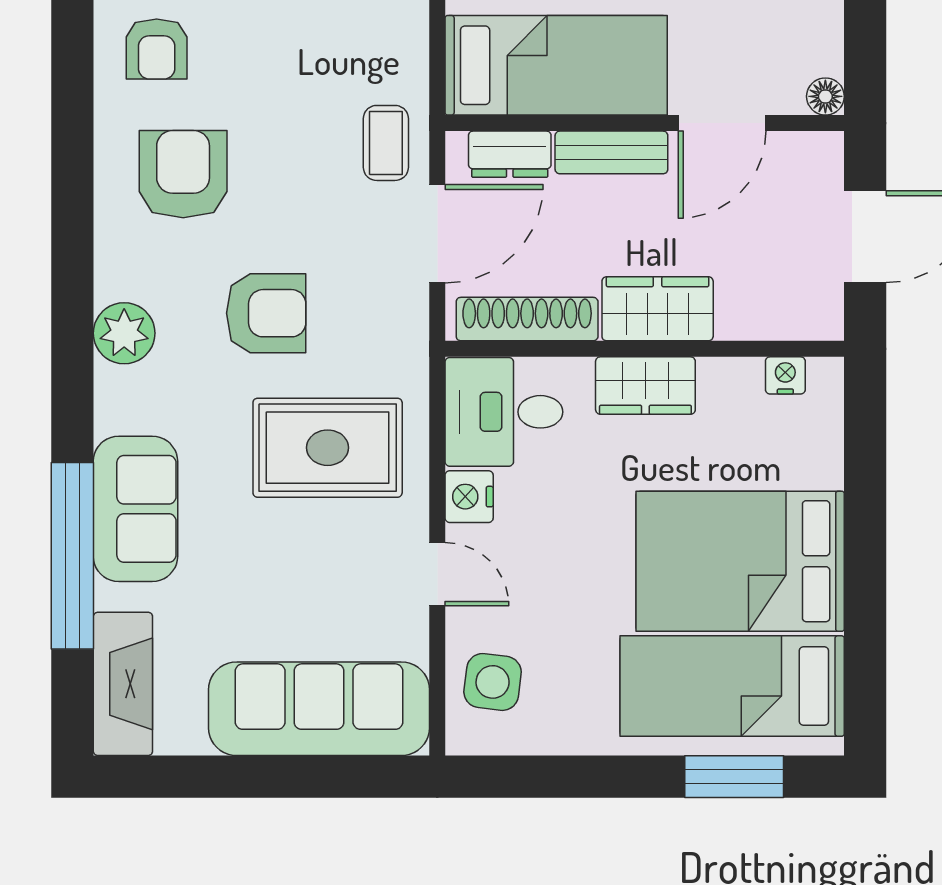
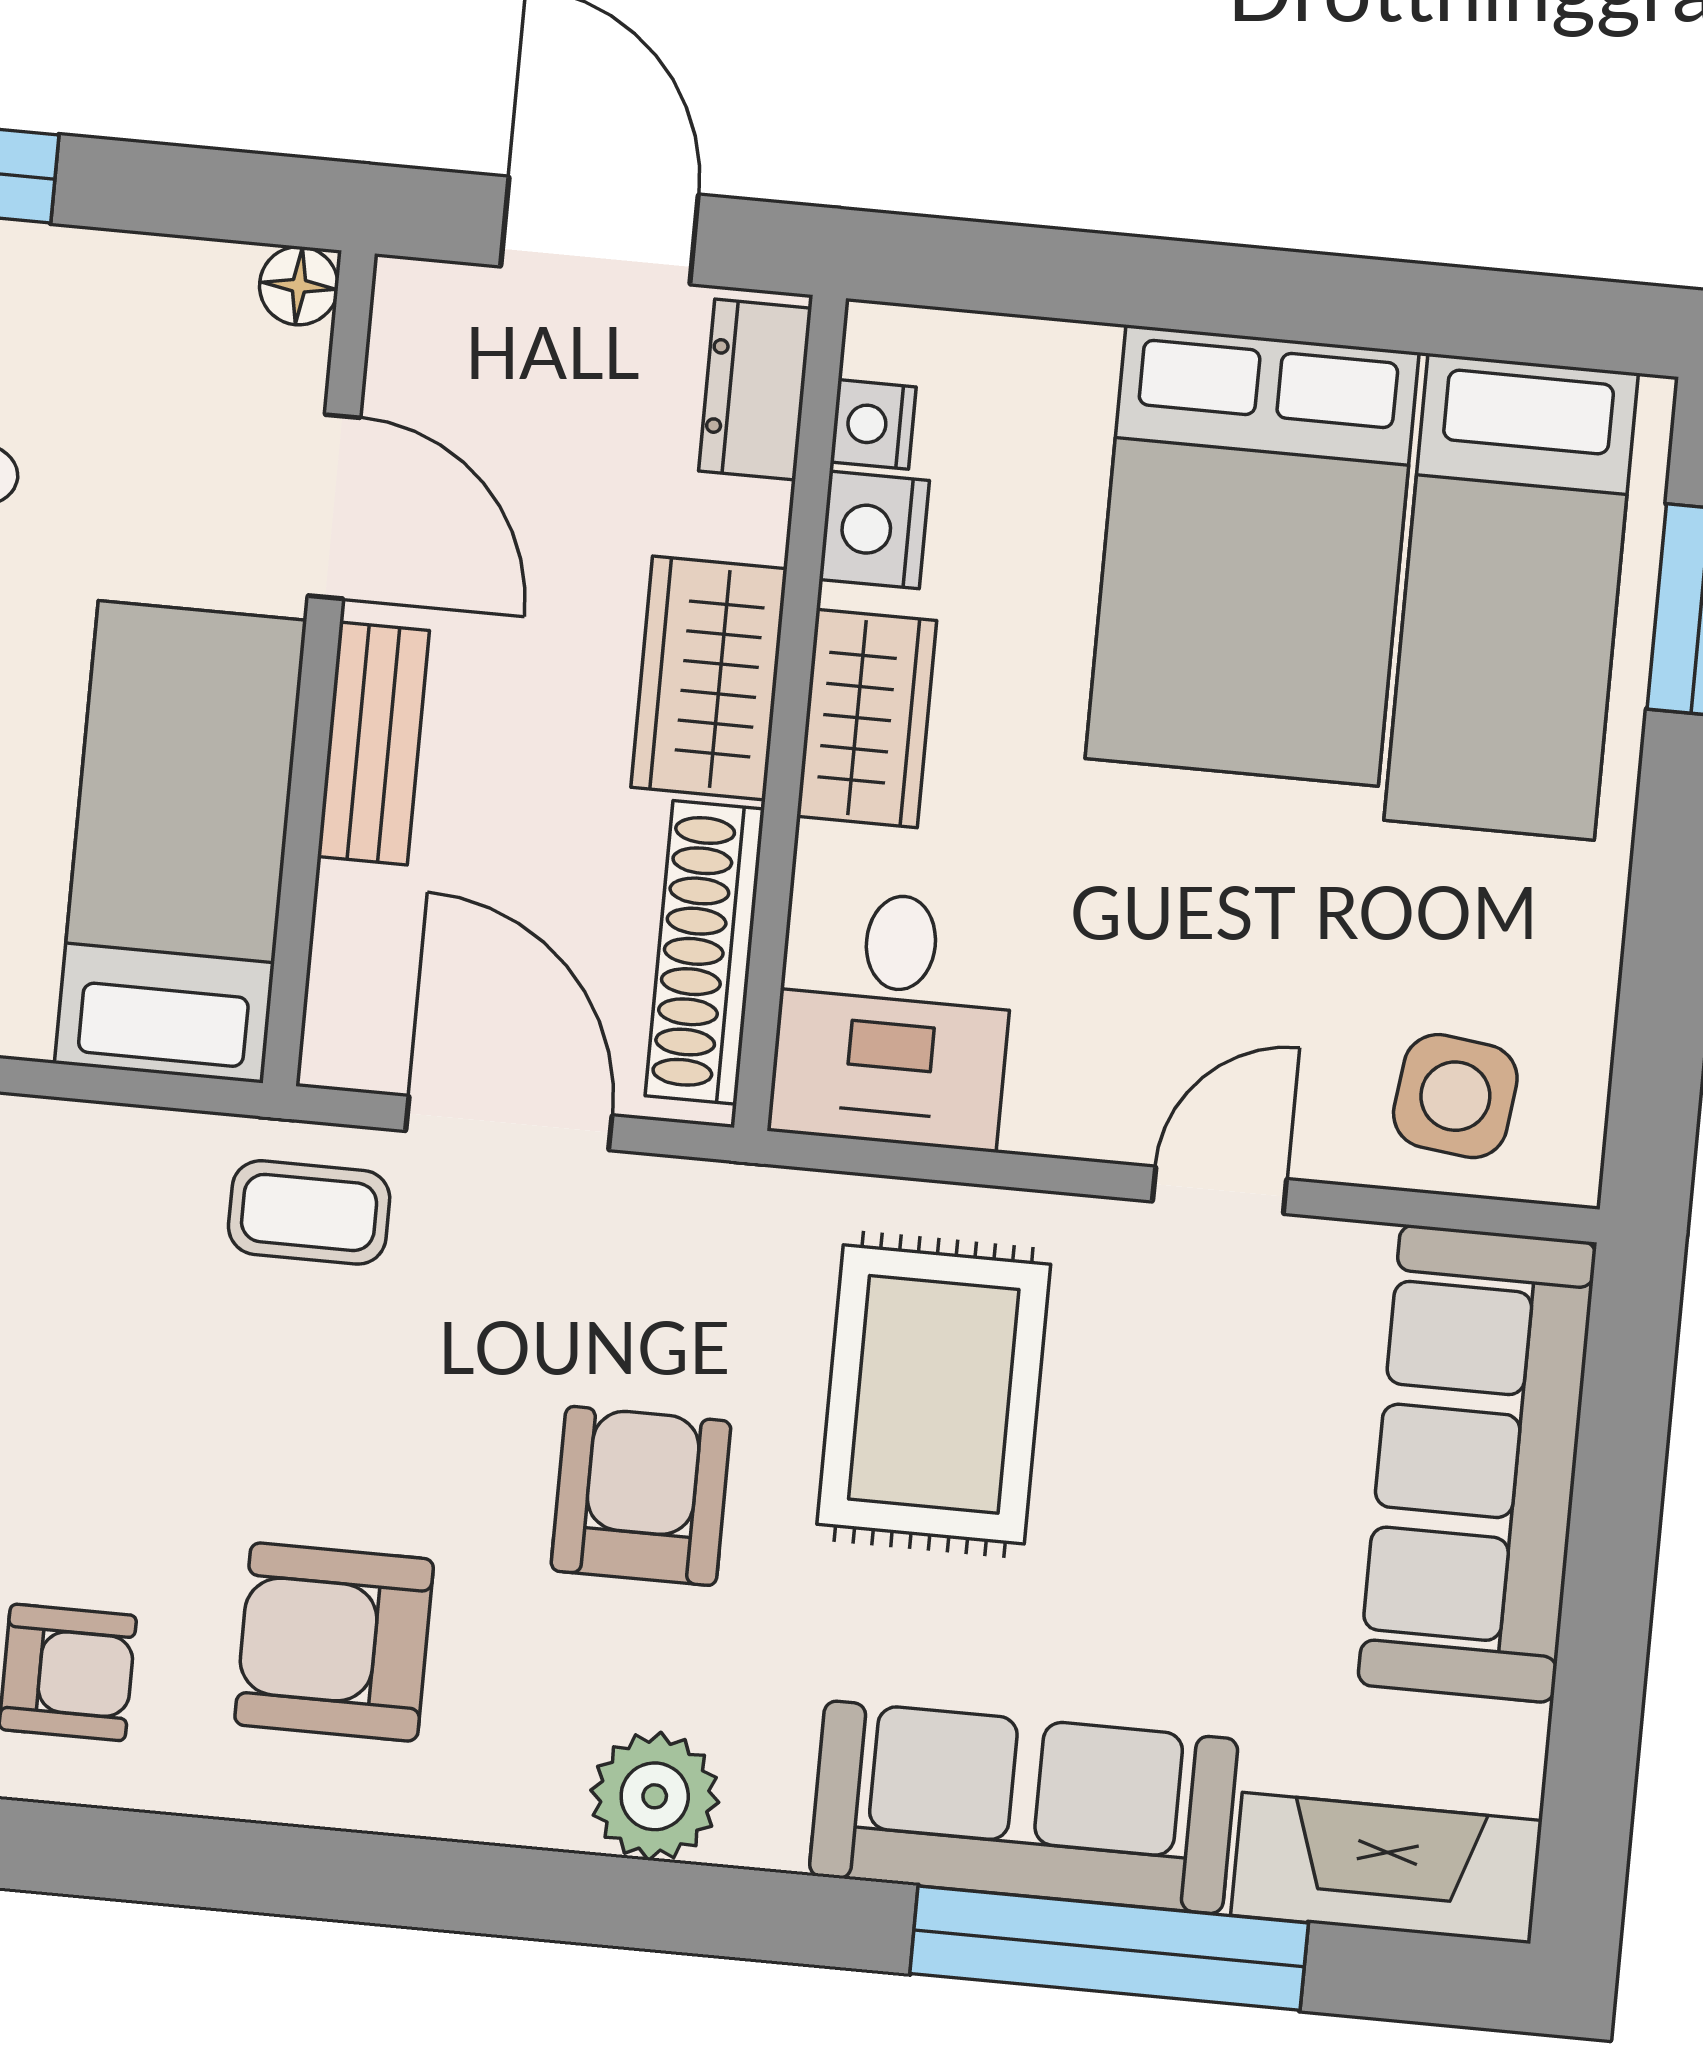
dresser: (510, 154) -> (755, 390), moved, turned 180
nightstand: (469, 497) -> (874, 530), moved, turned 90
sofa: (135, 509) -> (1024, 1807), width x1.36

